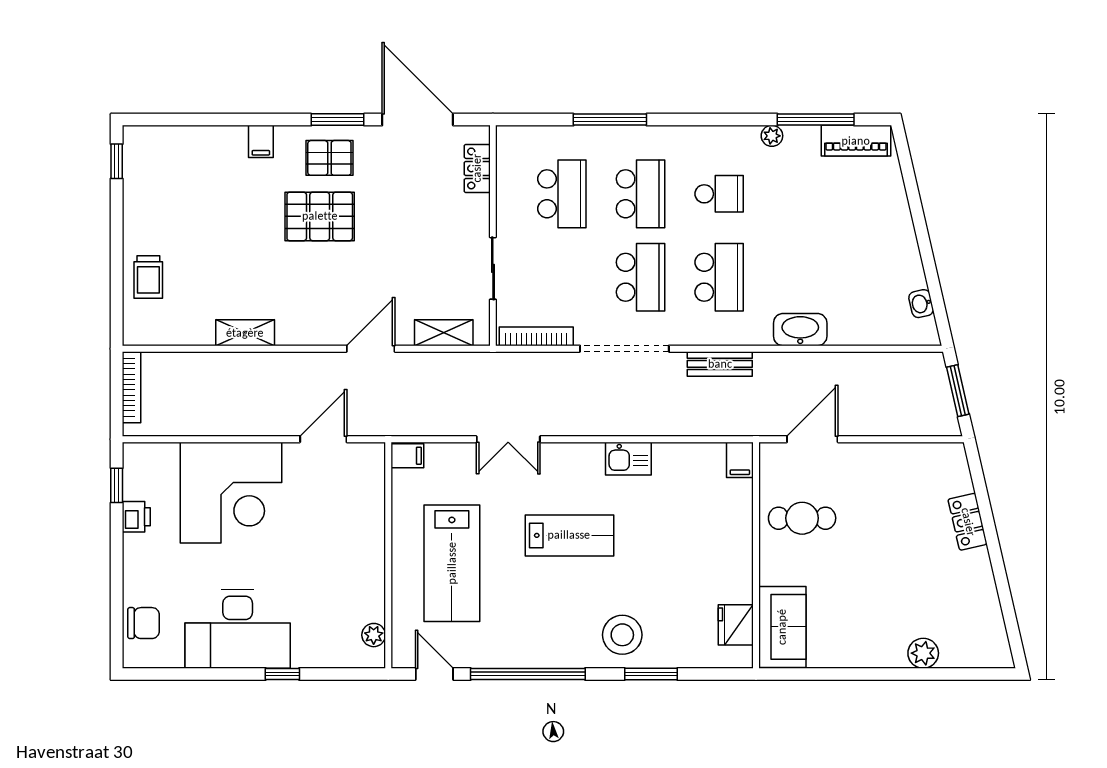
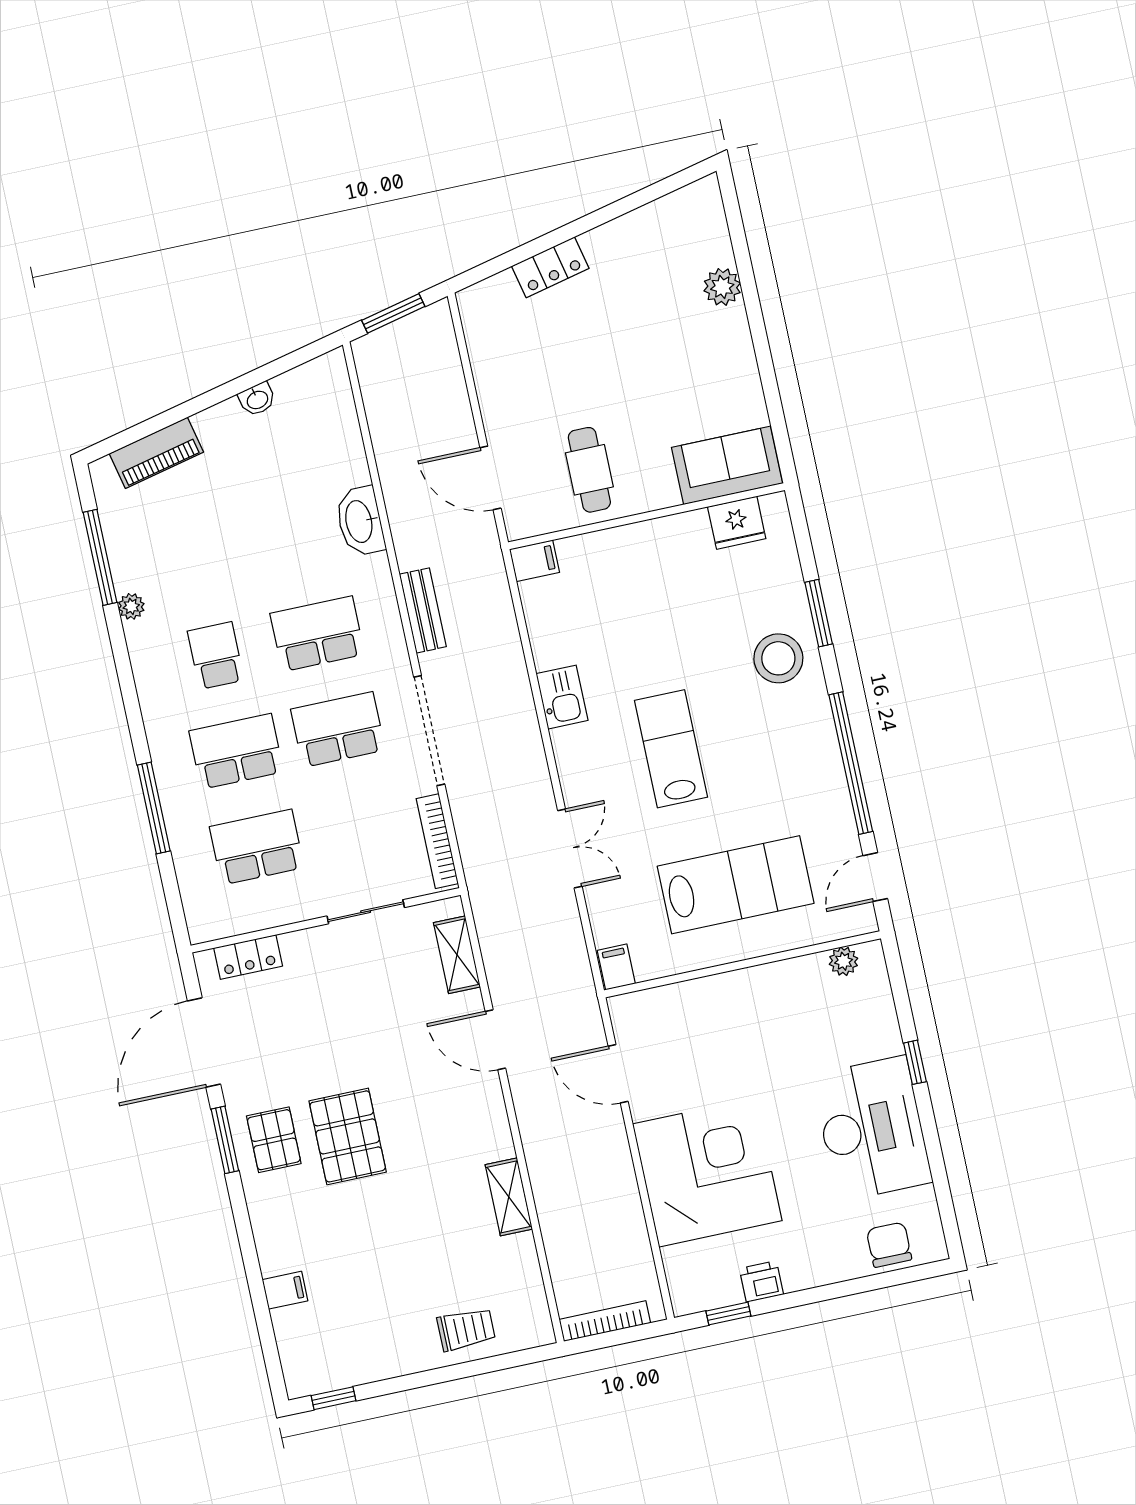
filing cabinet: (261, 141) -> (285, 1290), moved
piano: (856, 141) -> (156, 453), moved, turned 77
washbasin: (921, 304) -> (257, 399), moved

